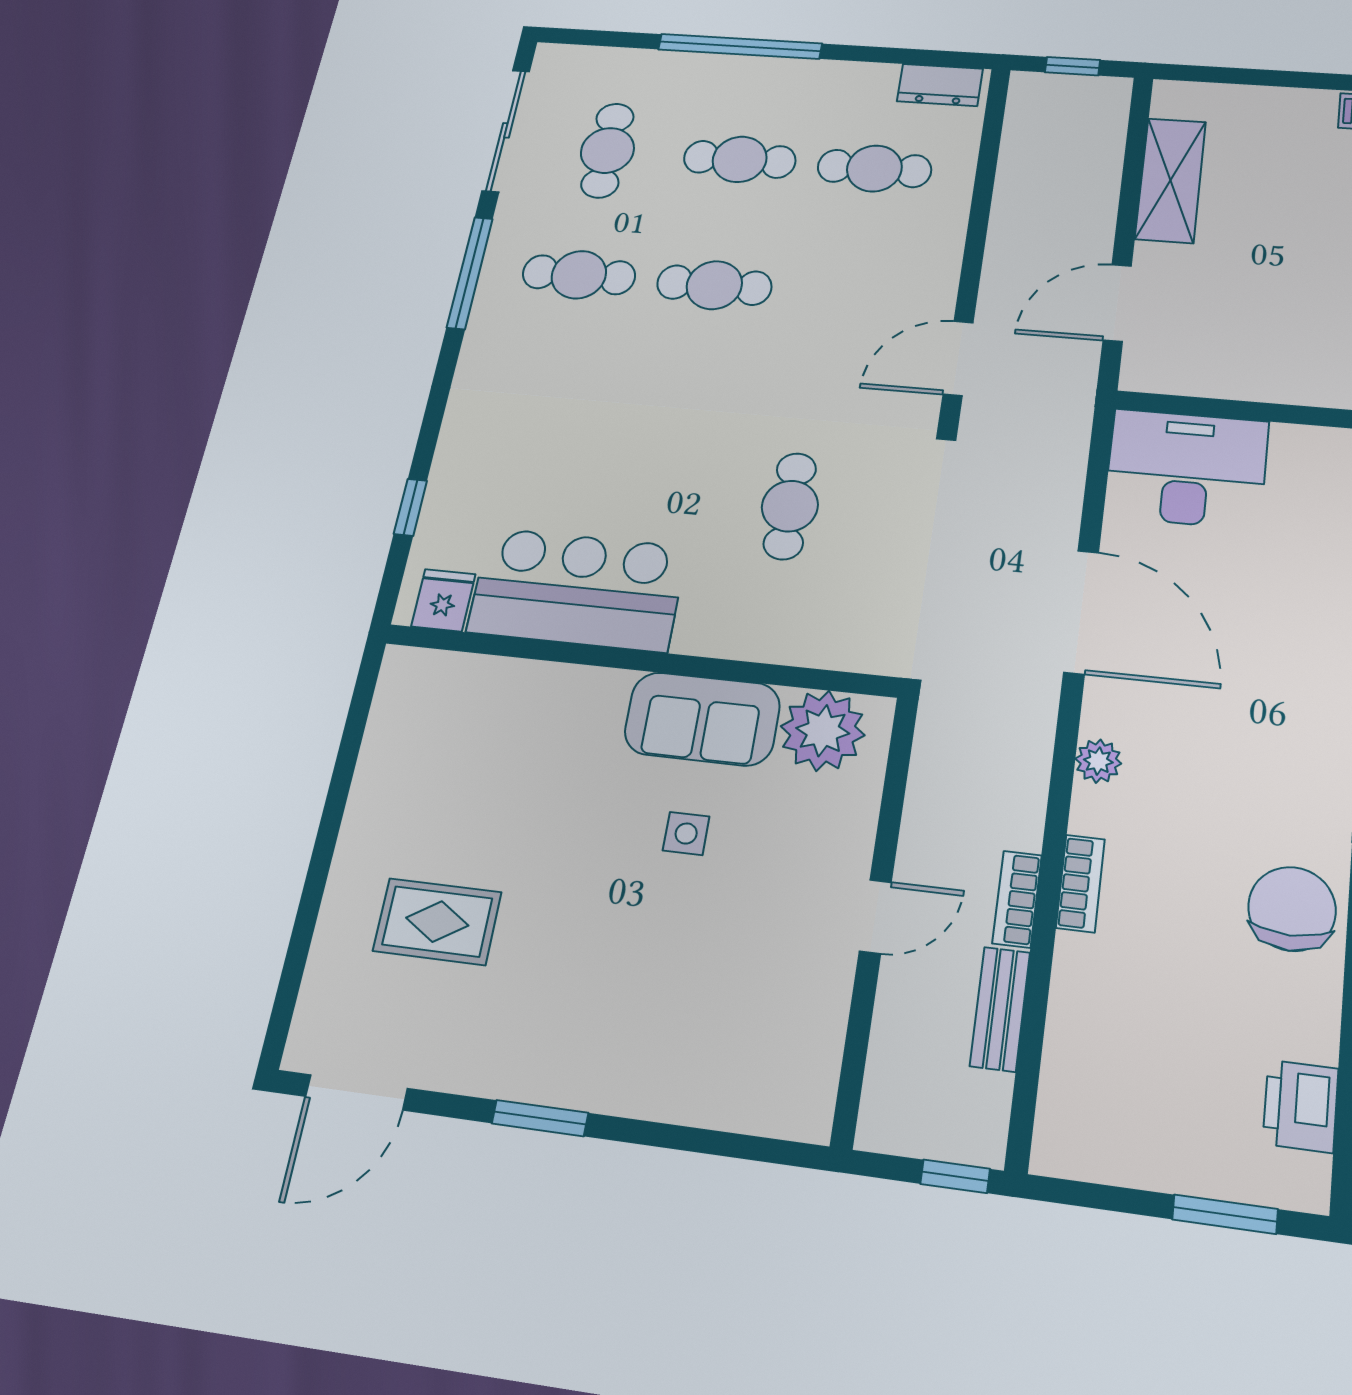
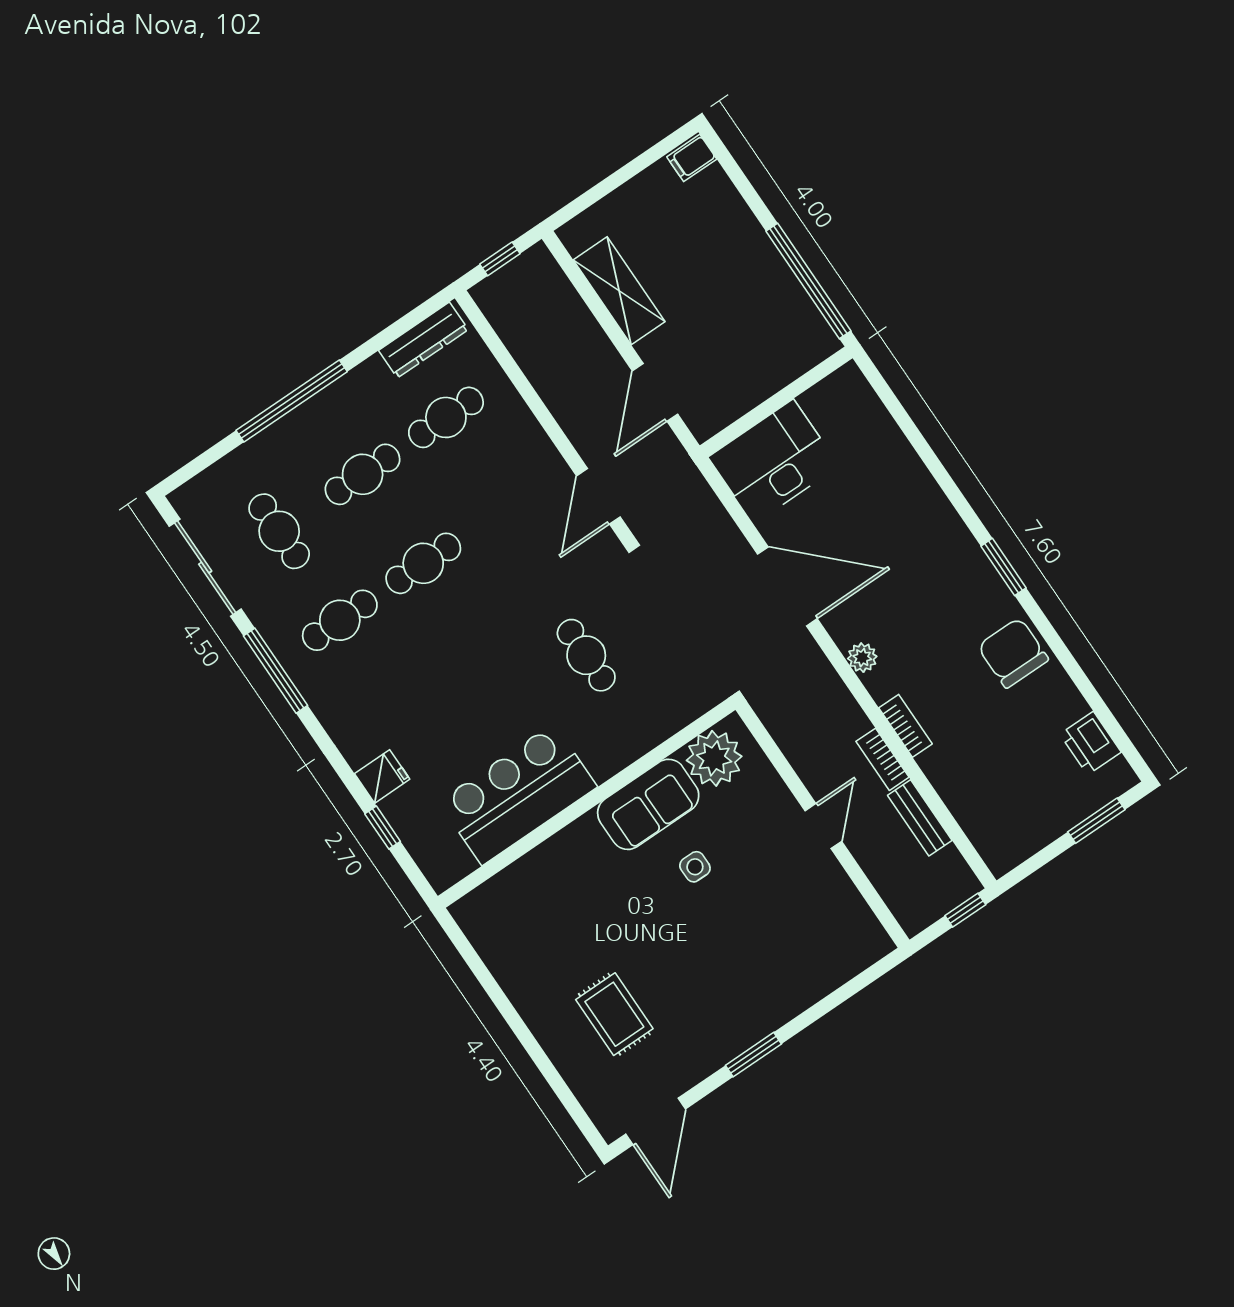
dresser: (940, 85) -> (423, 340), width x1.44
fridge: (443, 600) -> (382, 776), moved, turned 90
rug: (437, 922) -> (614, 1014), turned 90

